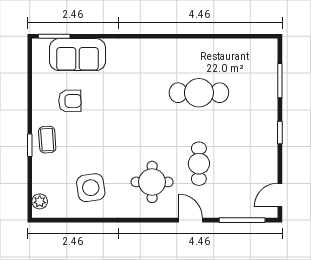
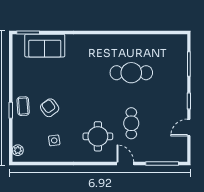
armchair: (70, 101) -> (50, 108), moved, turned -125
side table: (91, 188) -> (54, 140), width x0.54, depth x0.54
door: (280, 195) -> (189, 128), moved

